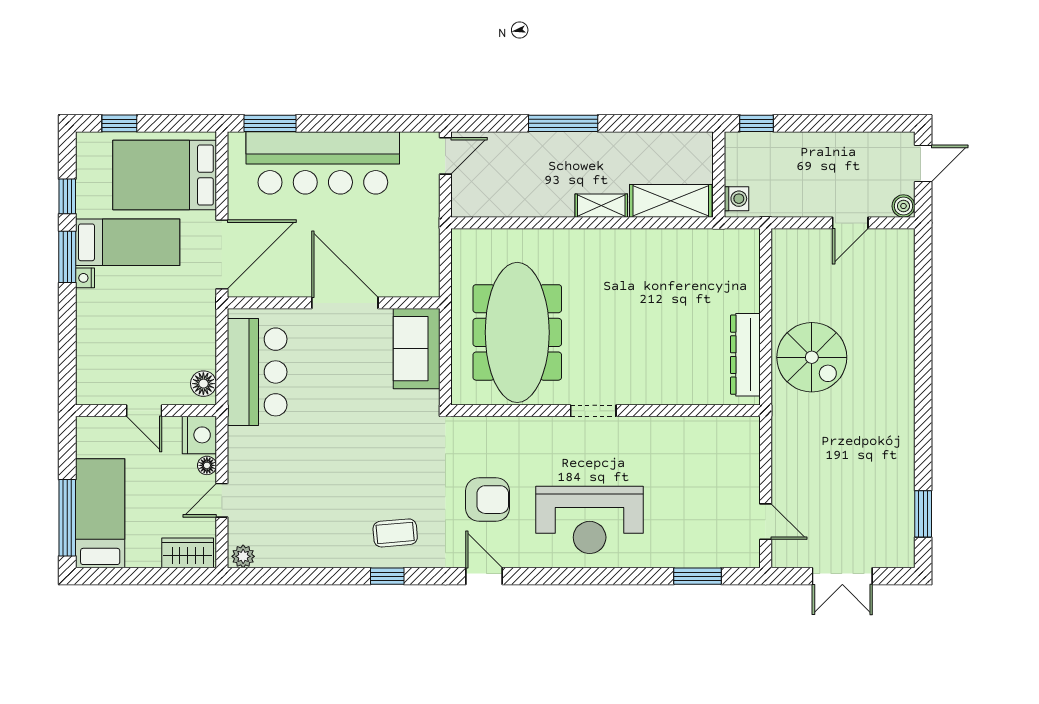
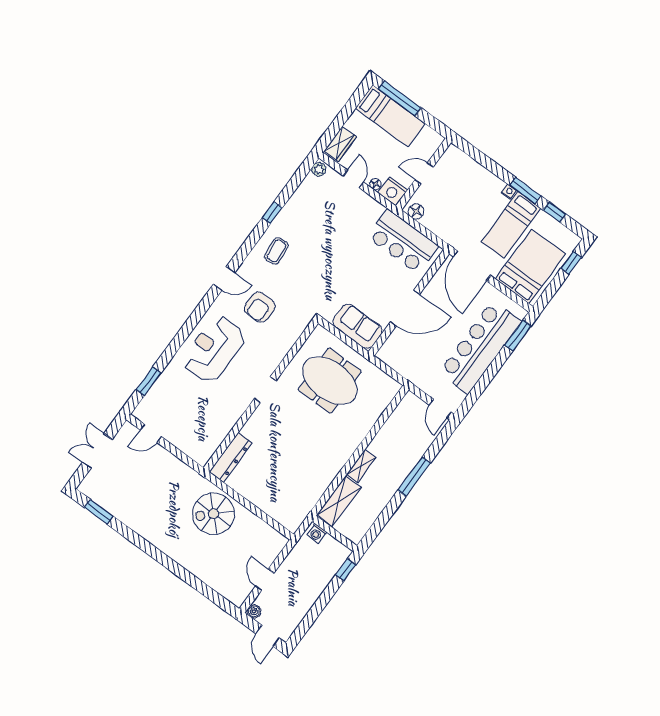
meeting table: (517, 332) -> (330, 381), width x0.73
dresser: (745, 355) -> (231, 457), moved, turned 90
window: (387, 576) -> (272, 213), moved

